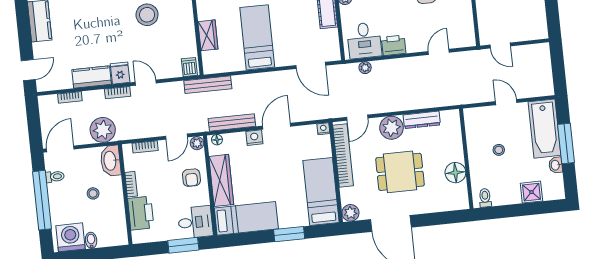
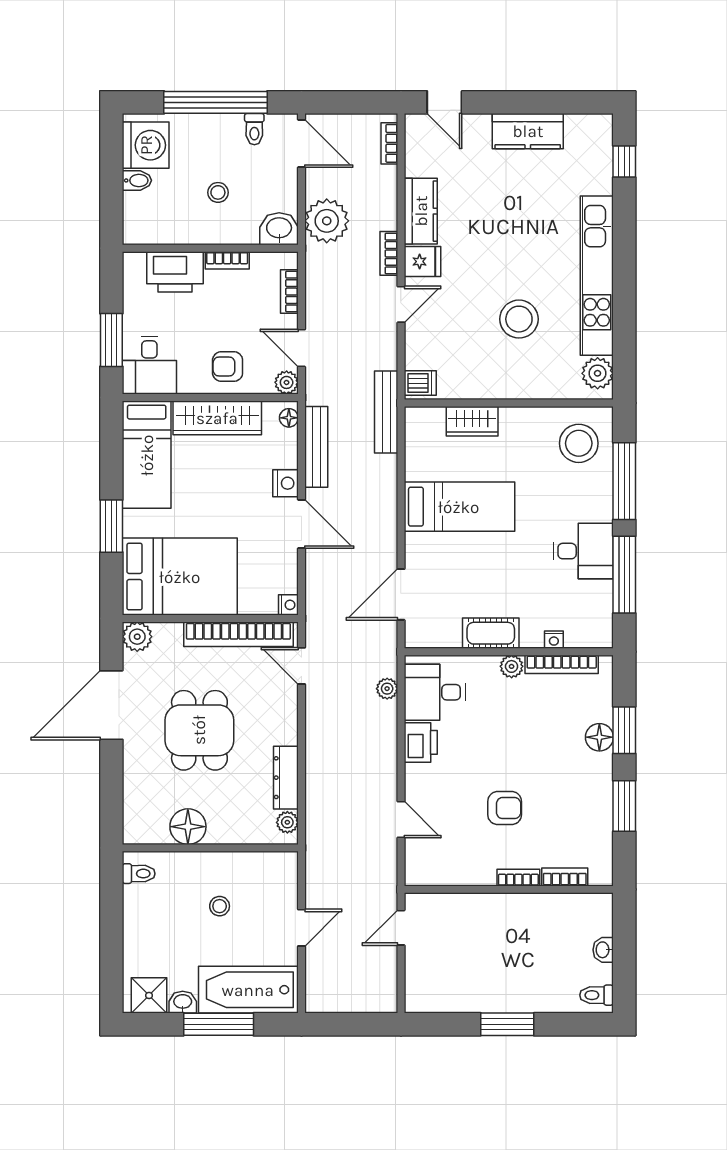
bookcase: (70, 97) -> (389, 143), moved
plant: (391, 128) -> (287, 822), moved, width x0.53, depth x0.53
washbasin: (110, 161) -> (279, 229), width x0.72
bed: (321, 191) -> (180, 577), width x1.50
shower: (531, 192) -> (149, 995), moved

